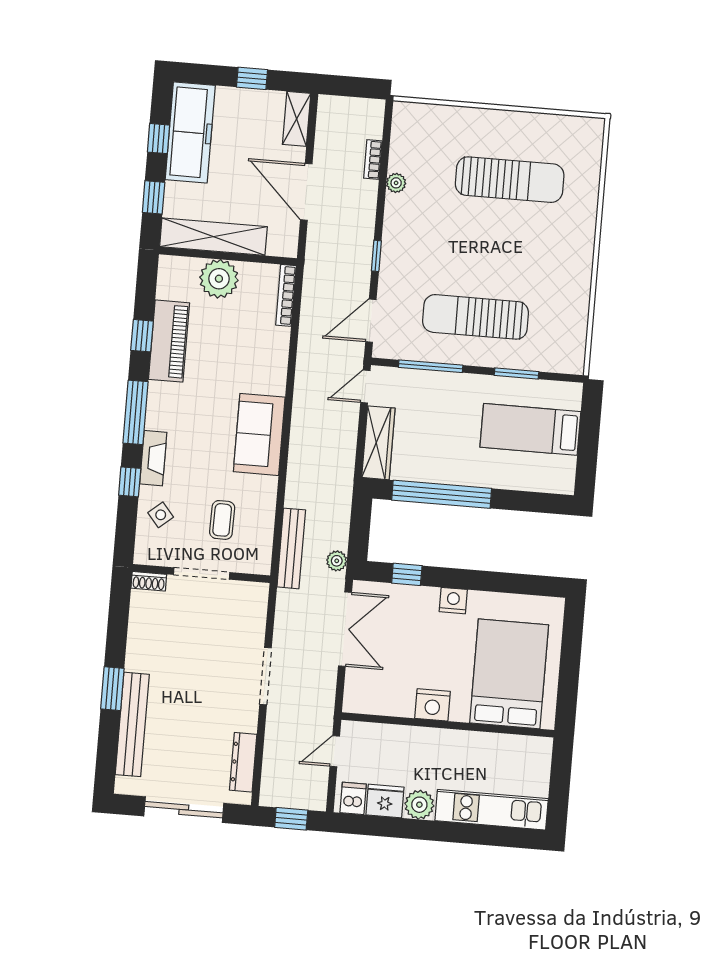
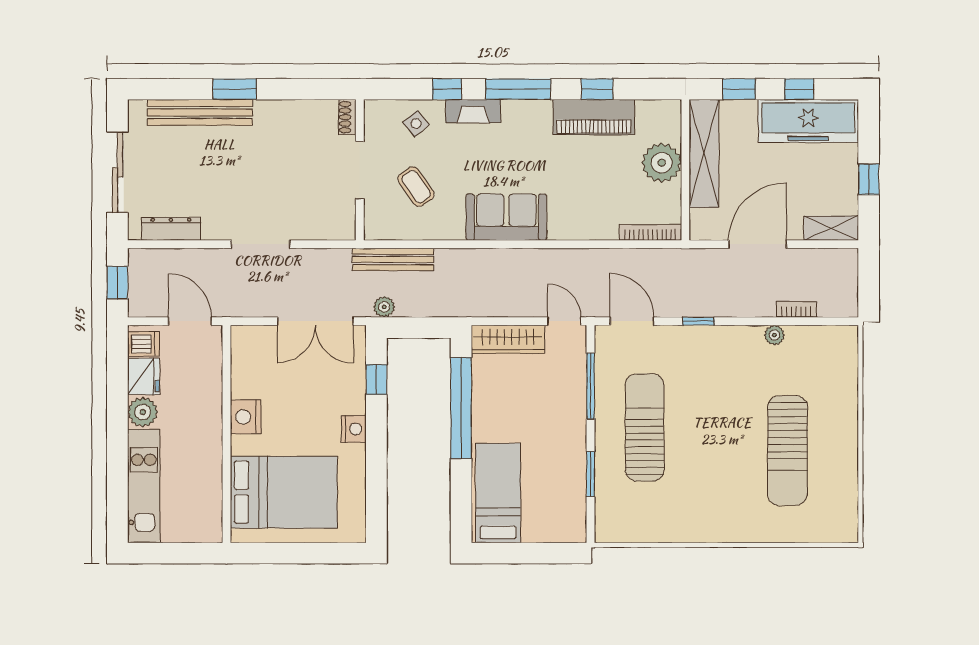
bed: (530, 429) -> (498, 493), moved
coffee table: (222, 520) -> (416, 187), turned 54
door: (335, 751) -> (190, 321), width x1.38

